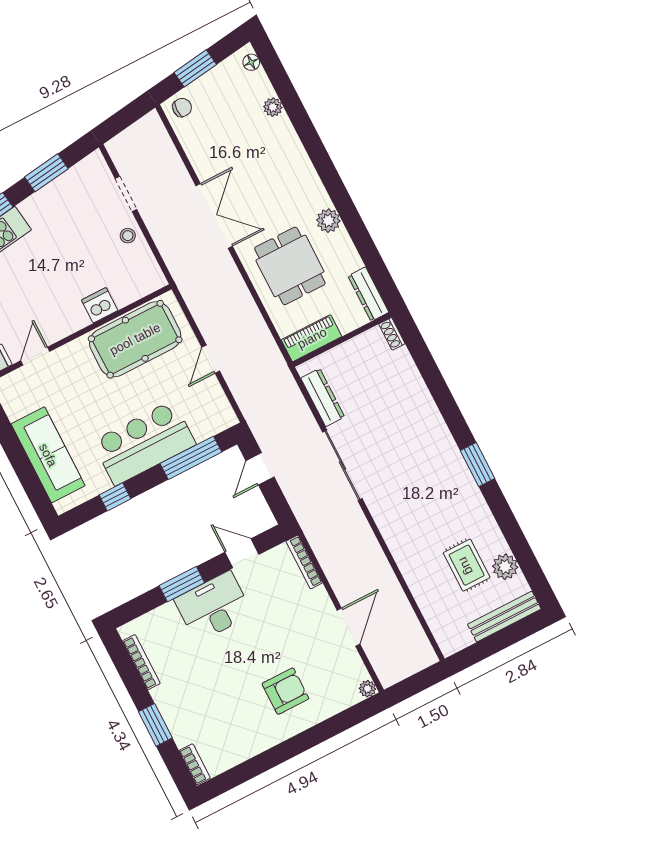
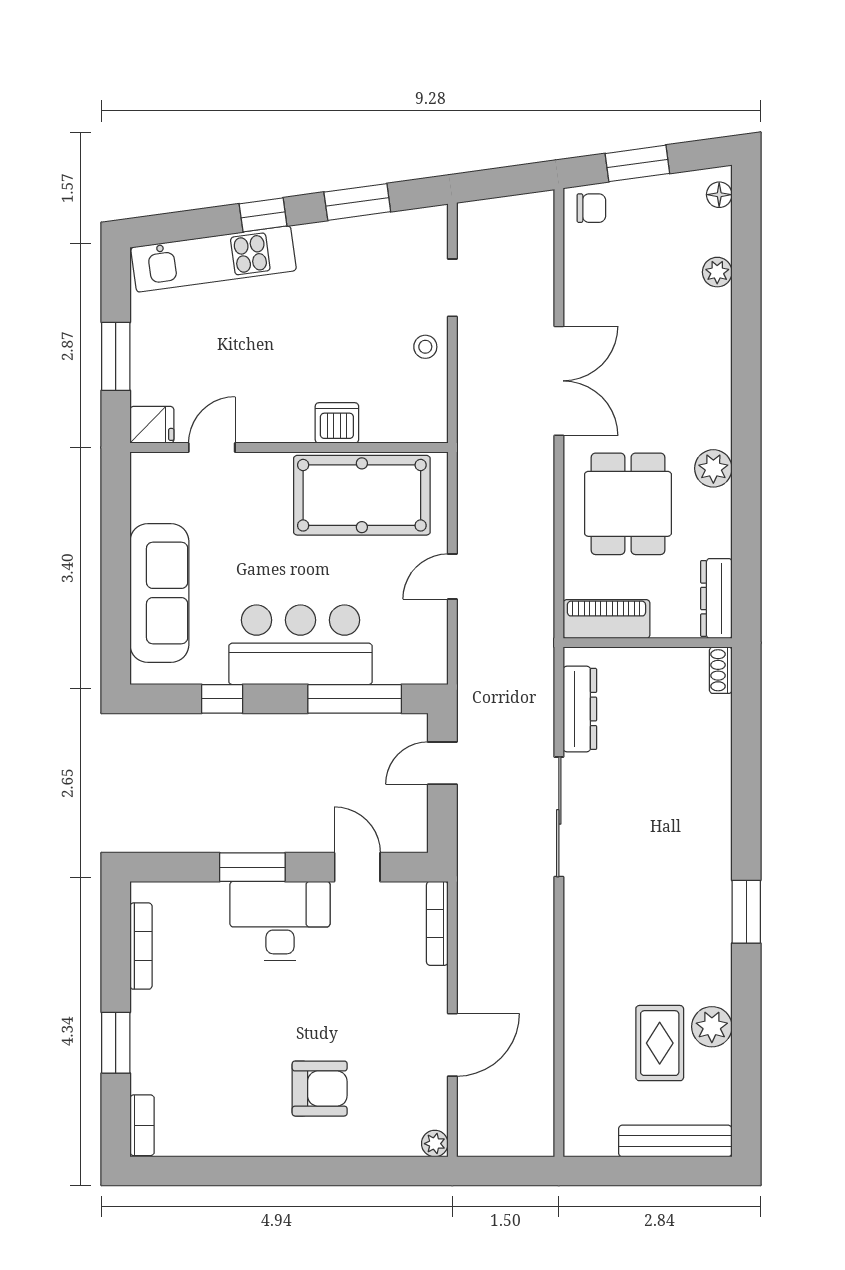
plant: (505, 567) -> (712, 1027), moved

